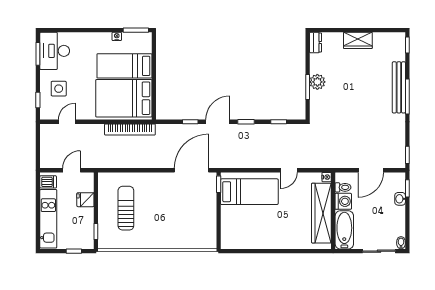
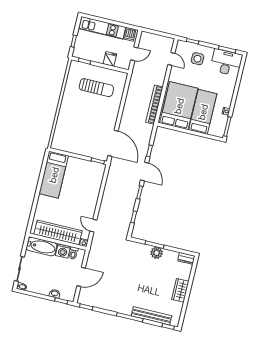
bench: (399, 87) -> (151, 316), moved
door: (72, 170) -> (134, 54), hinge flipped
door: (289, 170) -> (93, 226), moved
door: (371, 170) -> (81, 277), swing flipped
bed: (249, 192) -> (54, 175), moved

